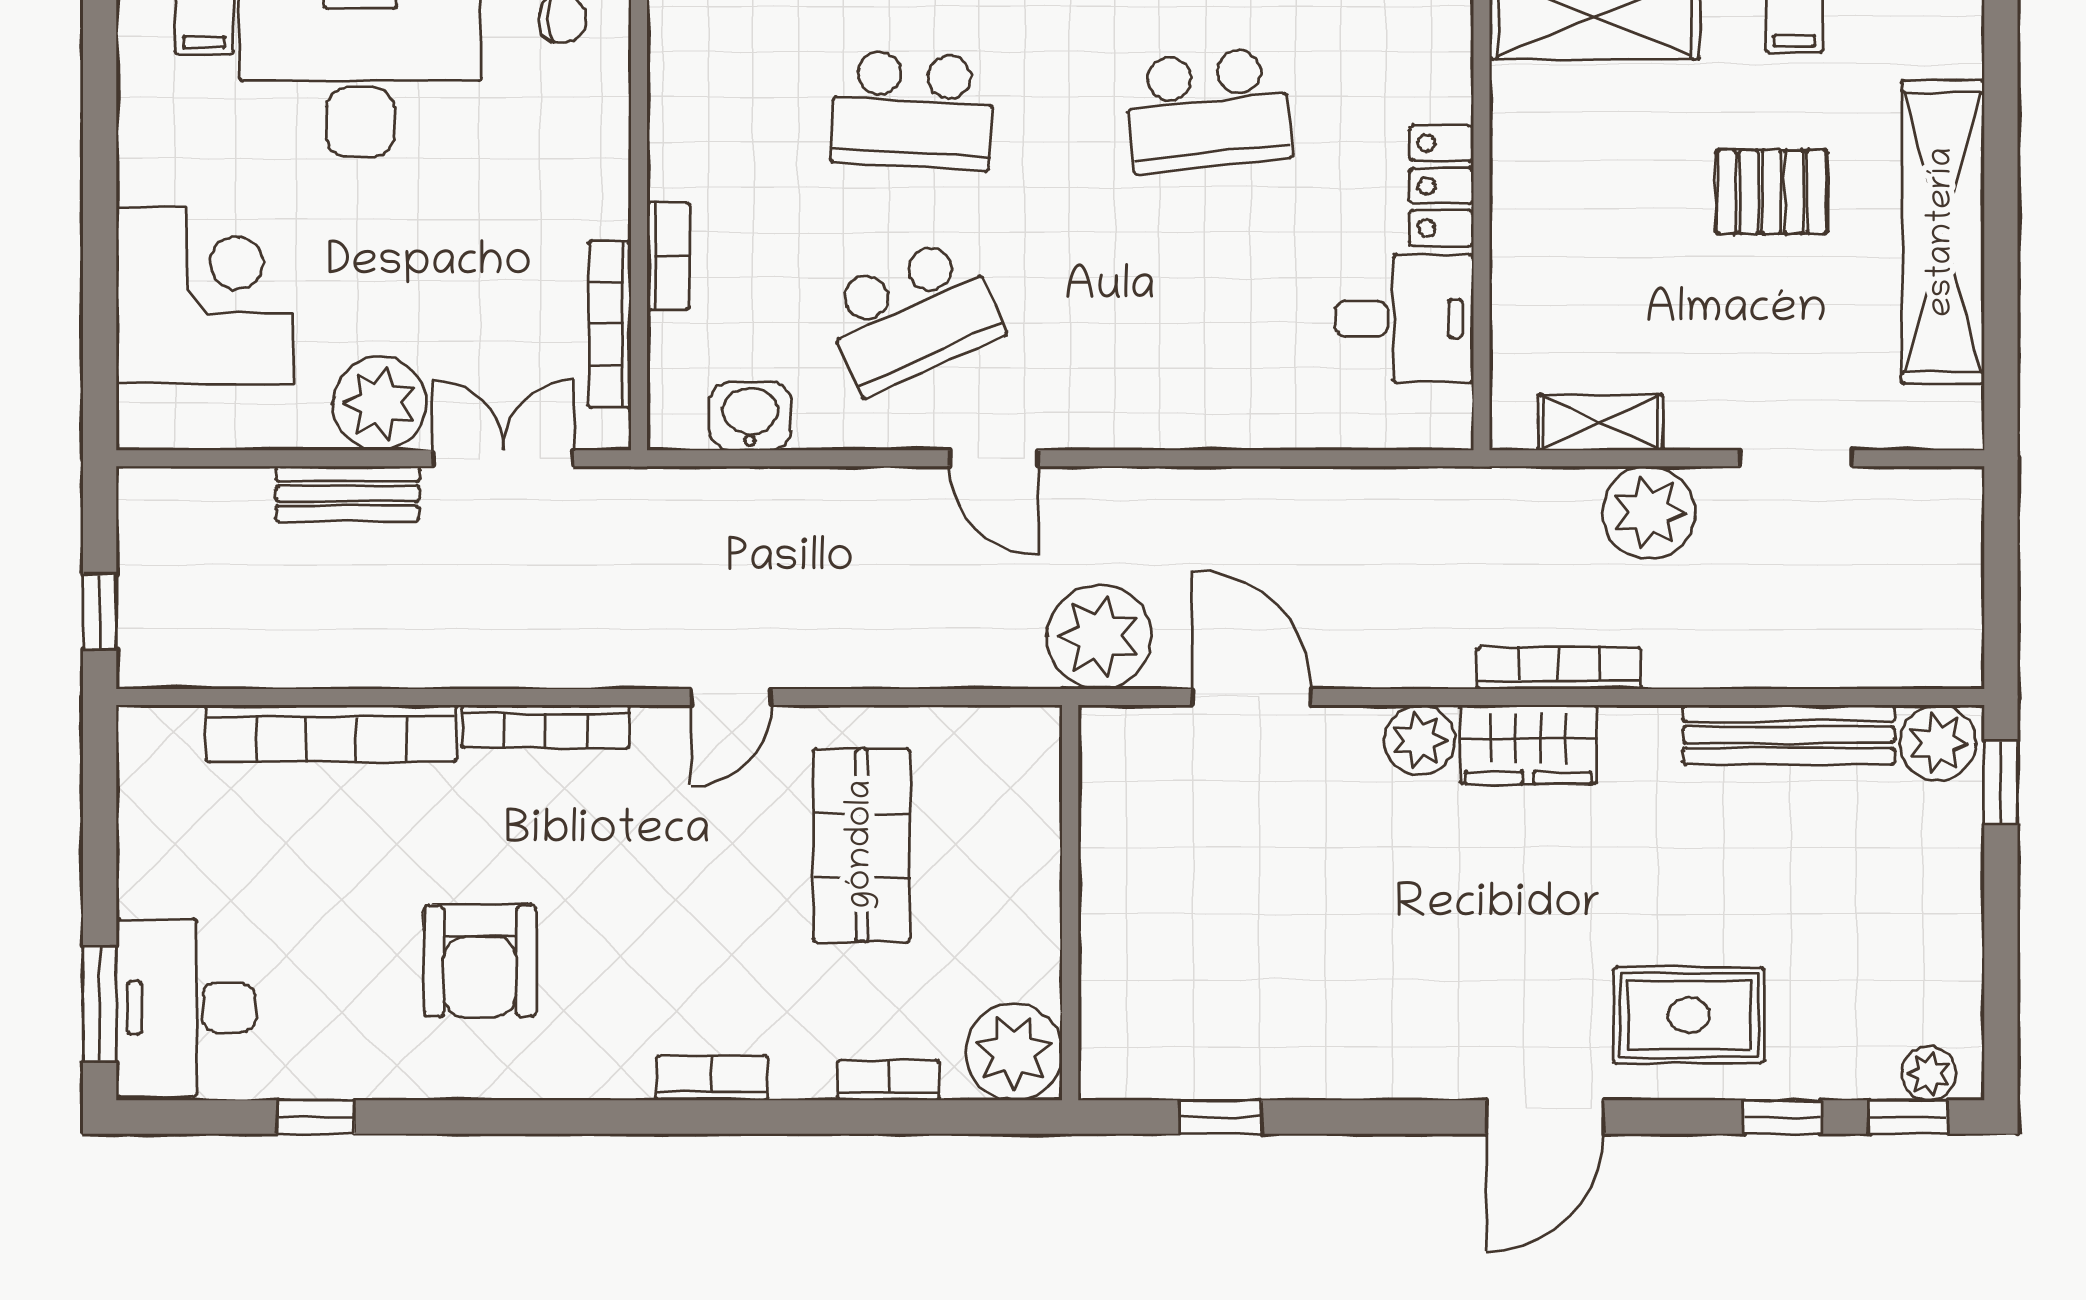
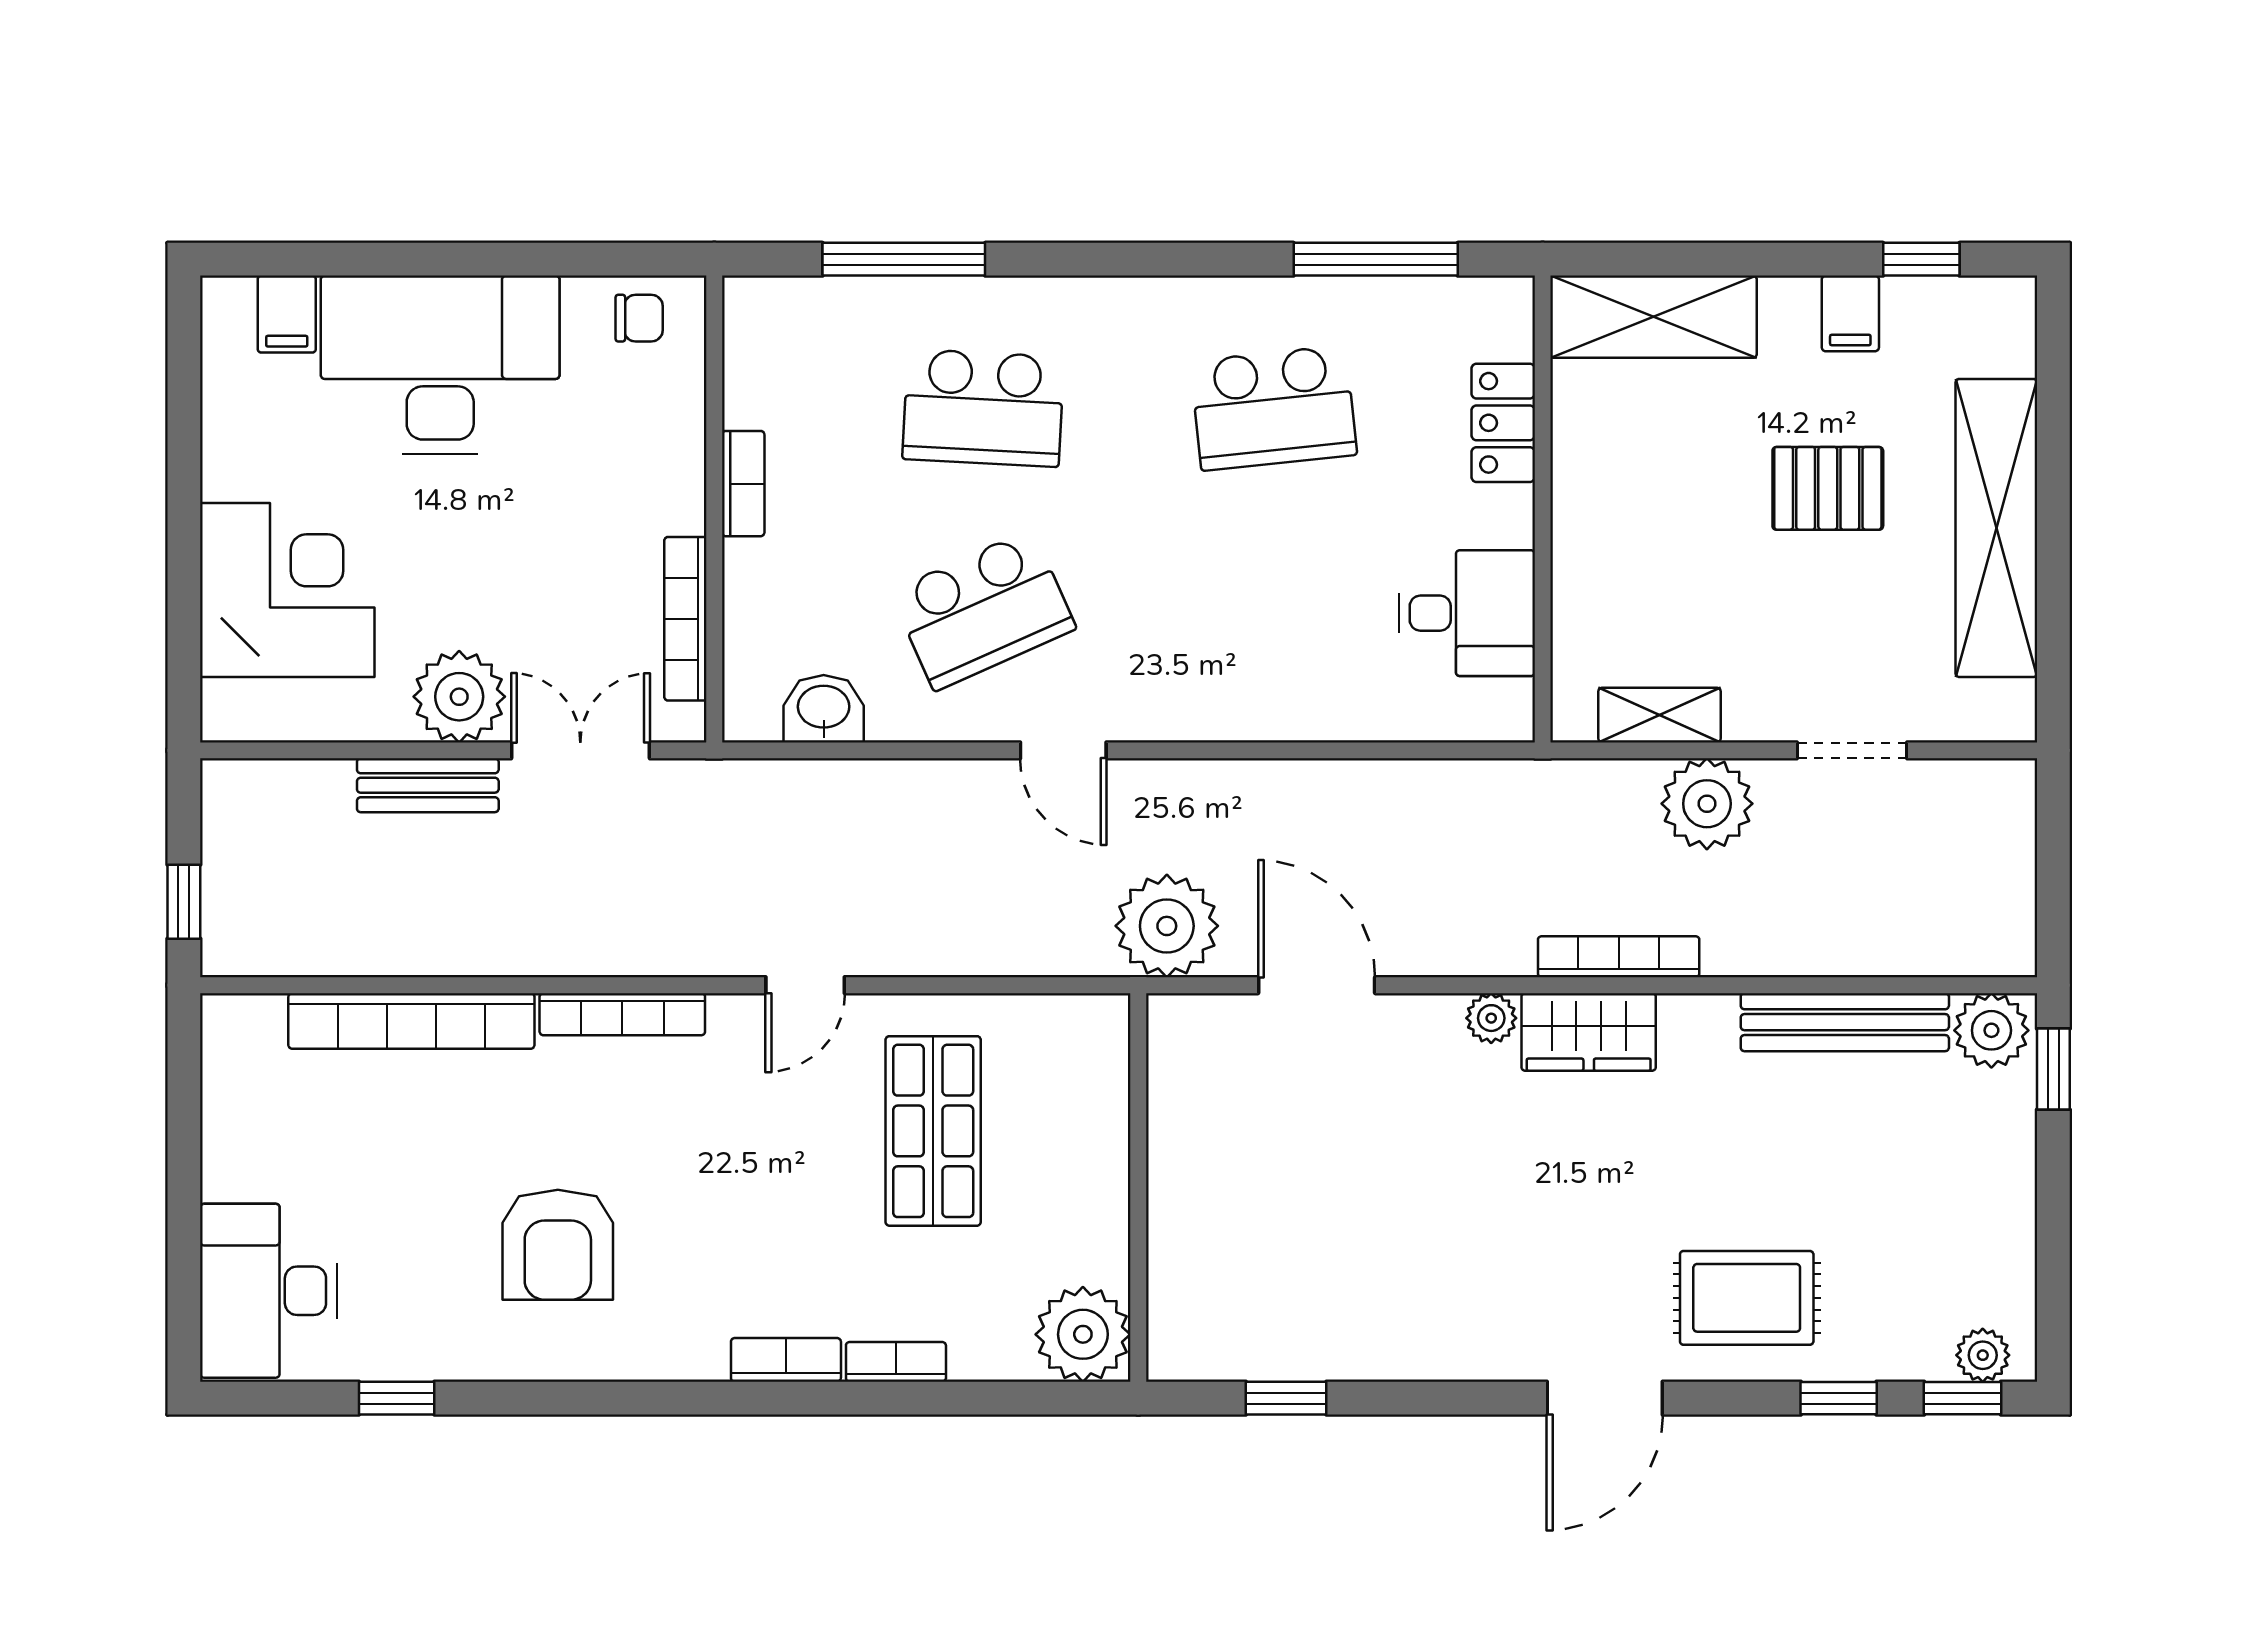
locker: (1441, 186) -> (1503, 423), moved
bookcase: (668, 256) -> (743, 484), moved
plant: (1420, 740) -> (1491, 1018), width x0.73, depth x0.73
window: (100, 1004) -> (184, 1287), removed
bookcase: (888, 1080) -> (896, 1362), moved

